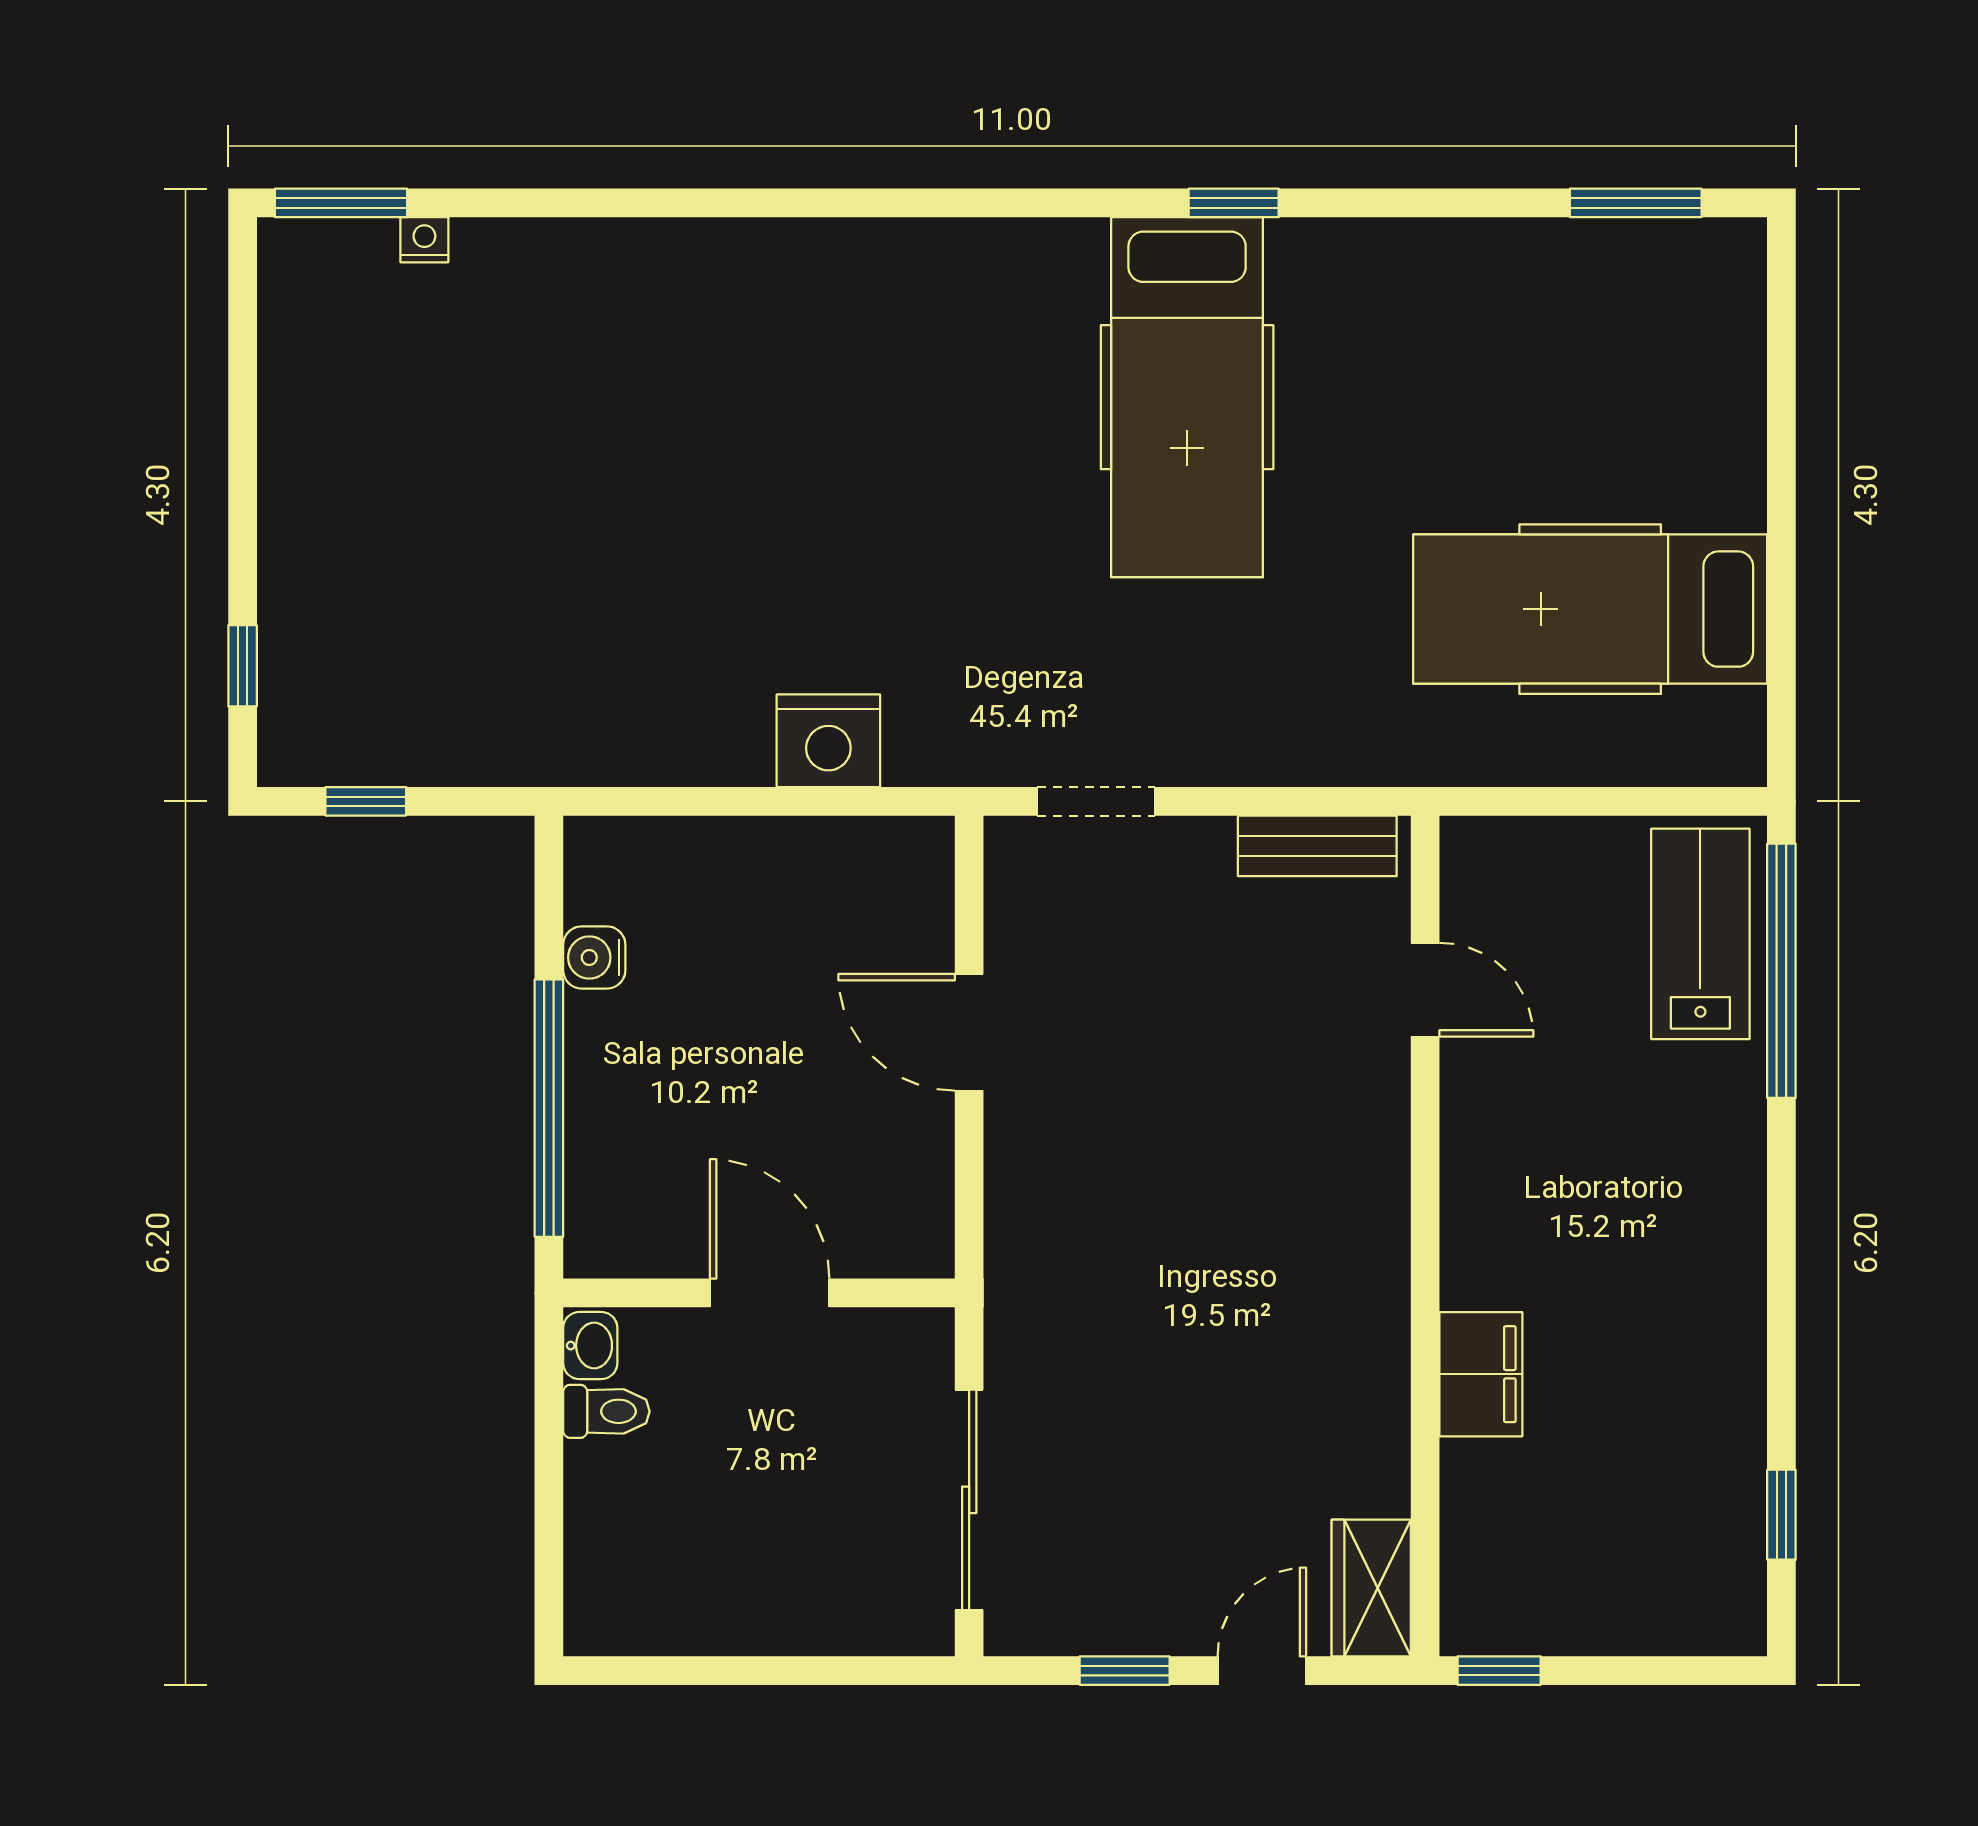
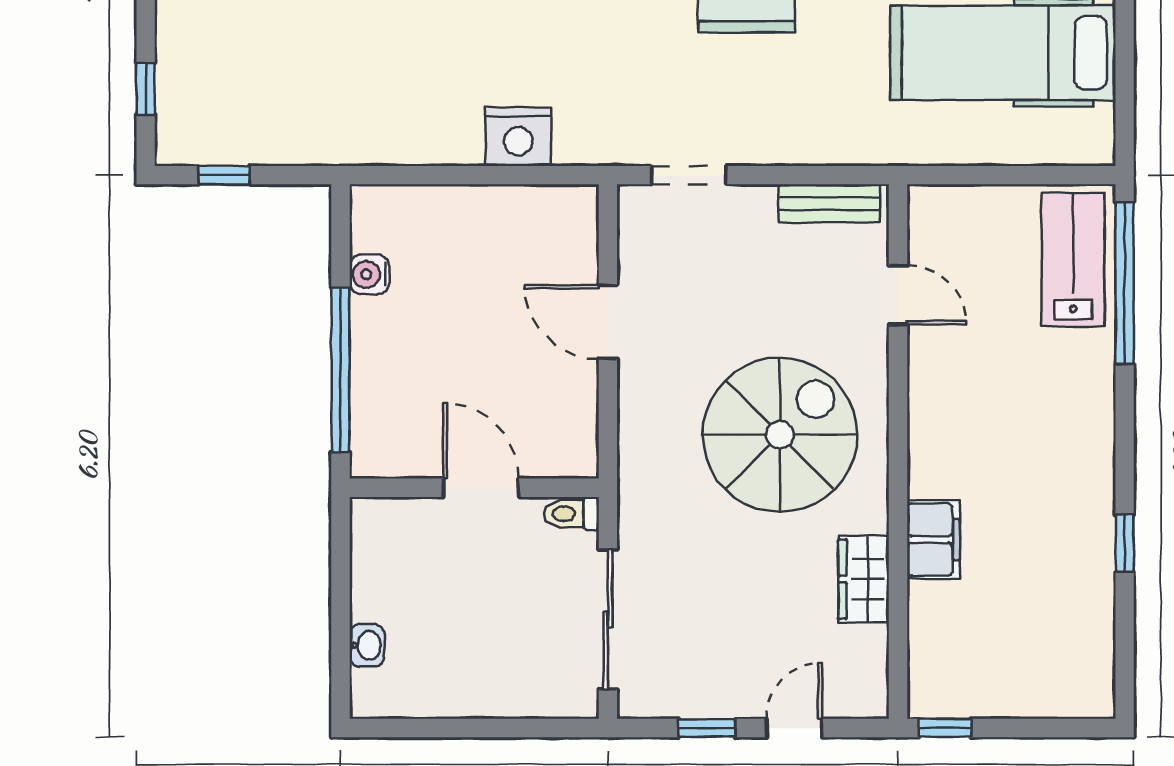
spiral stairs: (1240, 1210) -> (780, 435), added
washbasin: (590, 1346) -> (367, 645), moved
toilet: (606, 1411) -> (571, 514), moved, turned 180
window: (1781, 1515) -> (1125, 543), moved
wardrobe: (1371, 1588) -> (864, 579), moved

